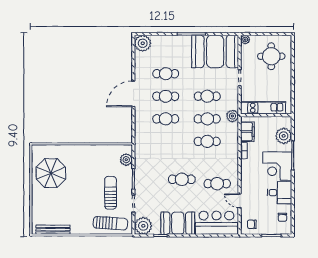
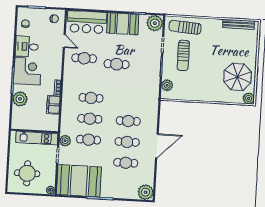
kitchen unit: (263, 108) -> (37, 138), moved
wall: (266, 115) -> (34, 131), moved
plant: (232, 116) -> (65, 141), moved
plant: (38, 151) -> (249, 98), added

